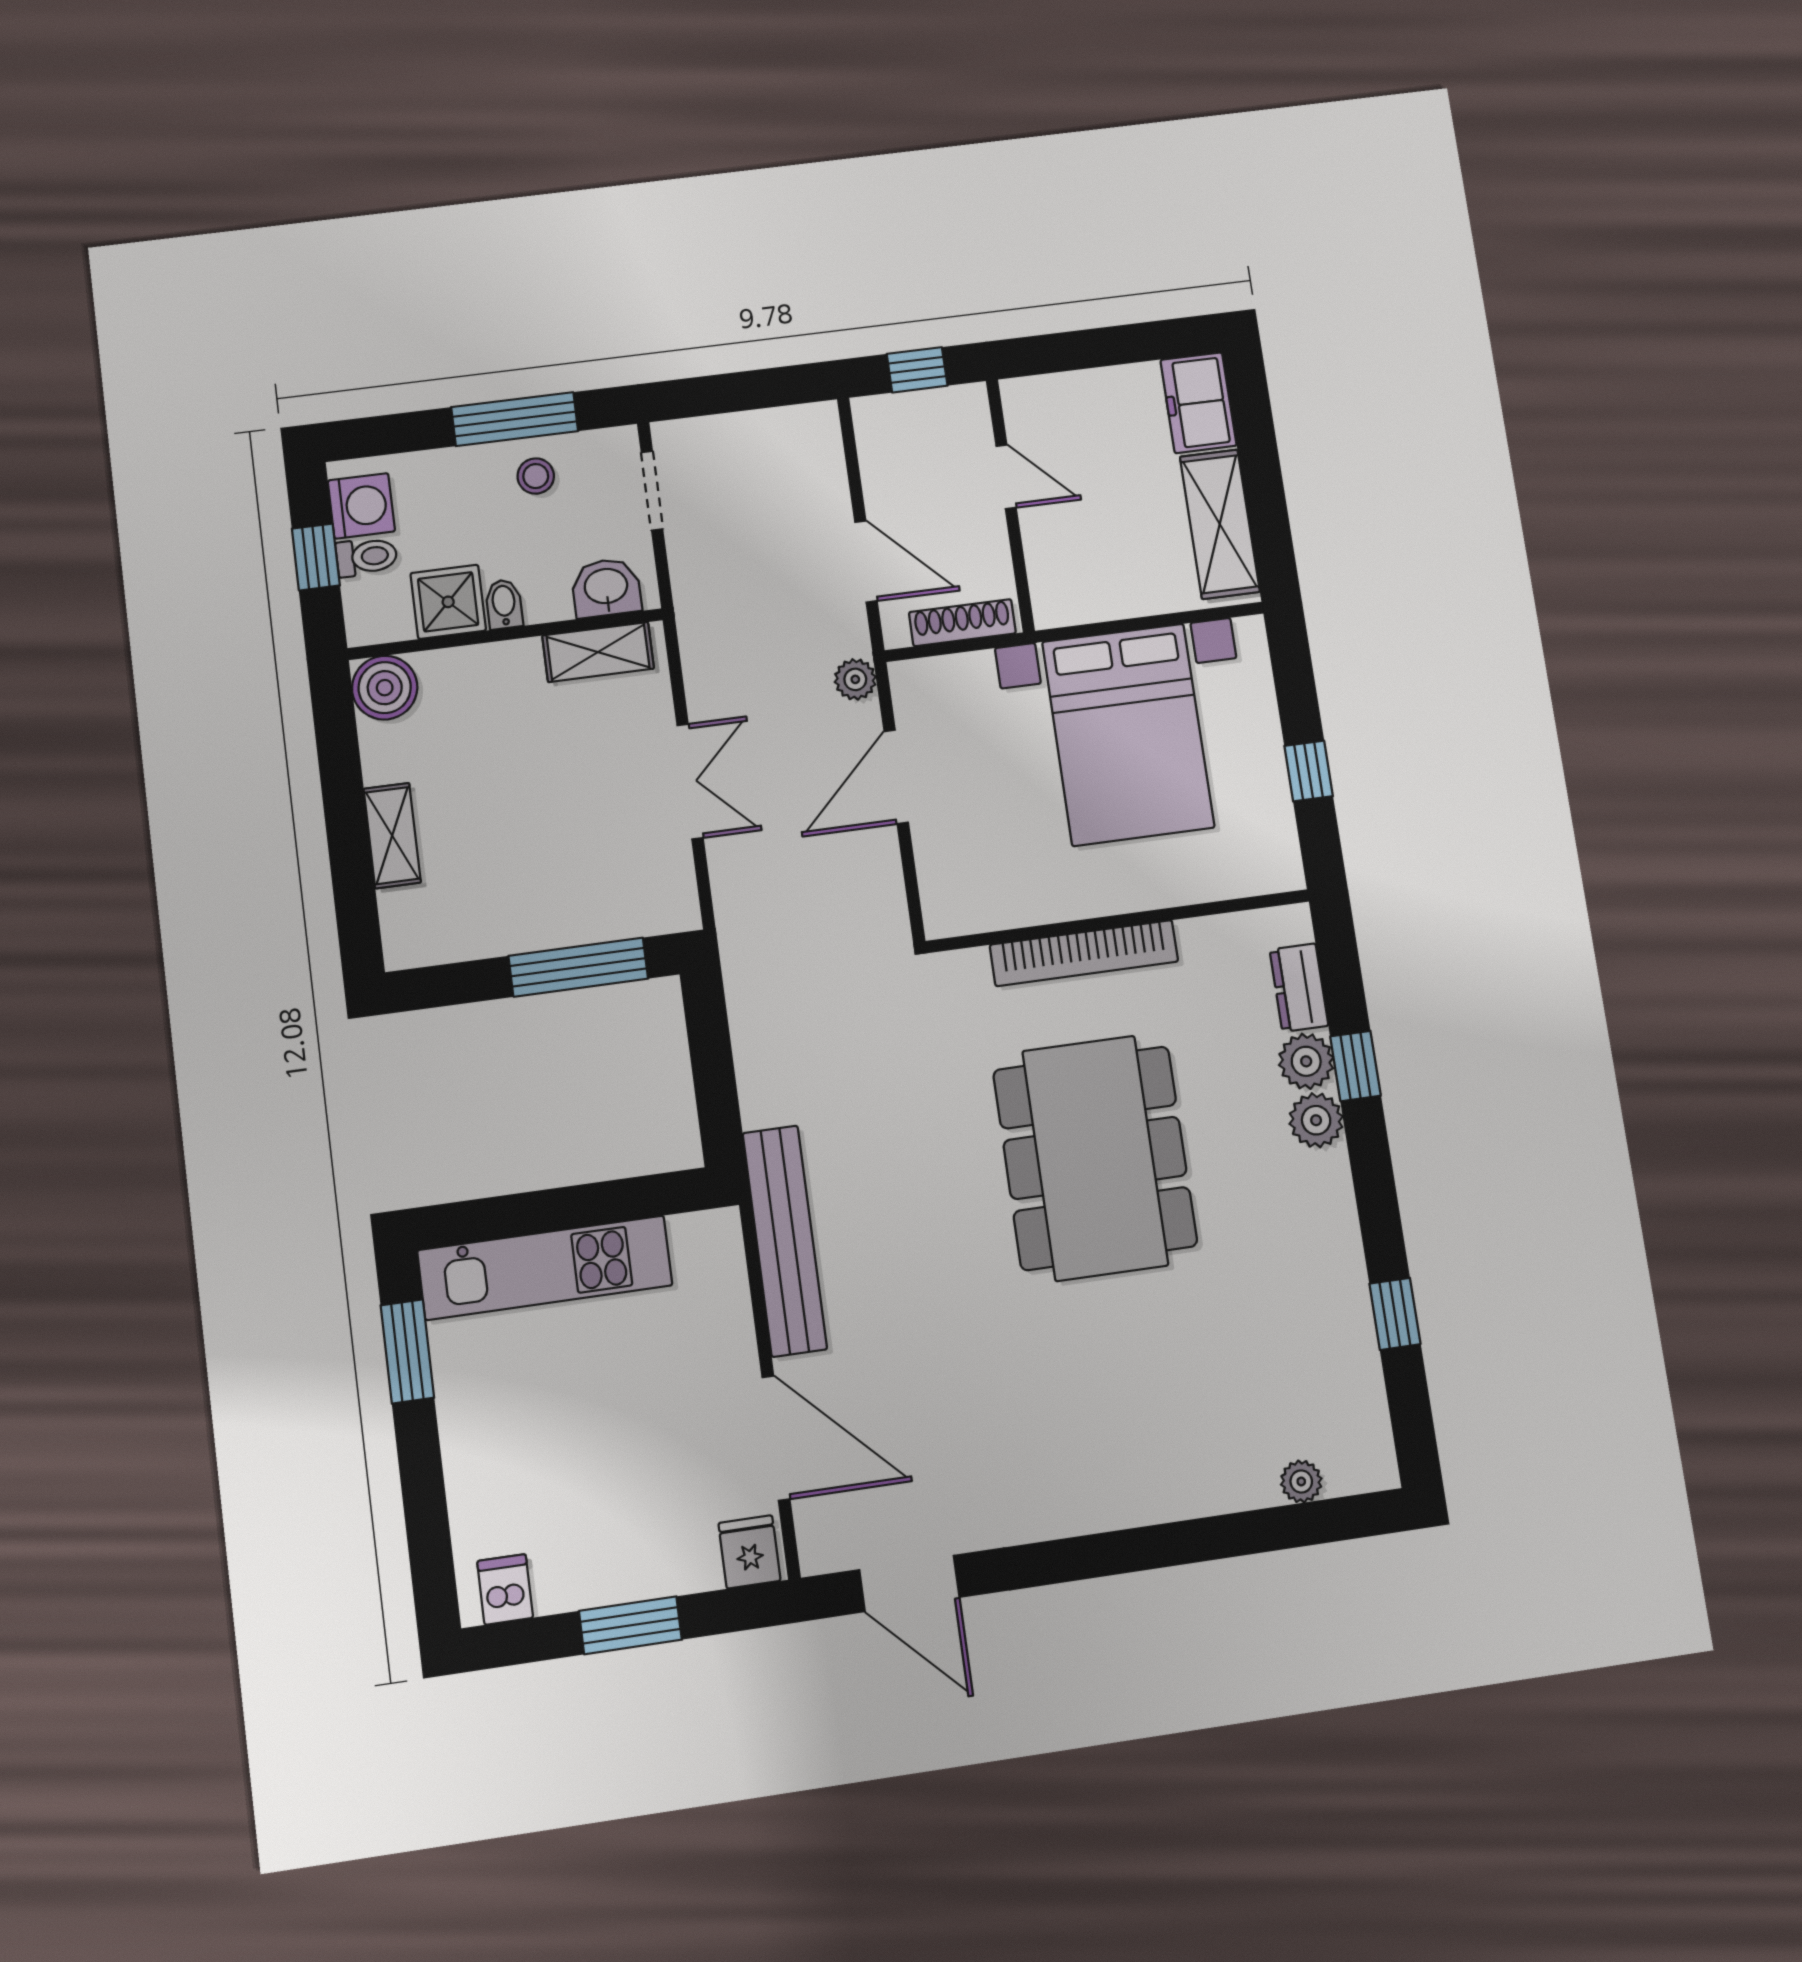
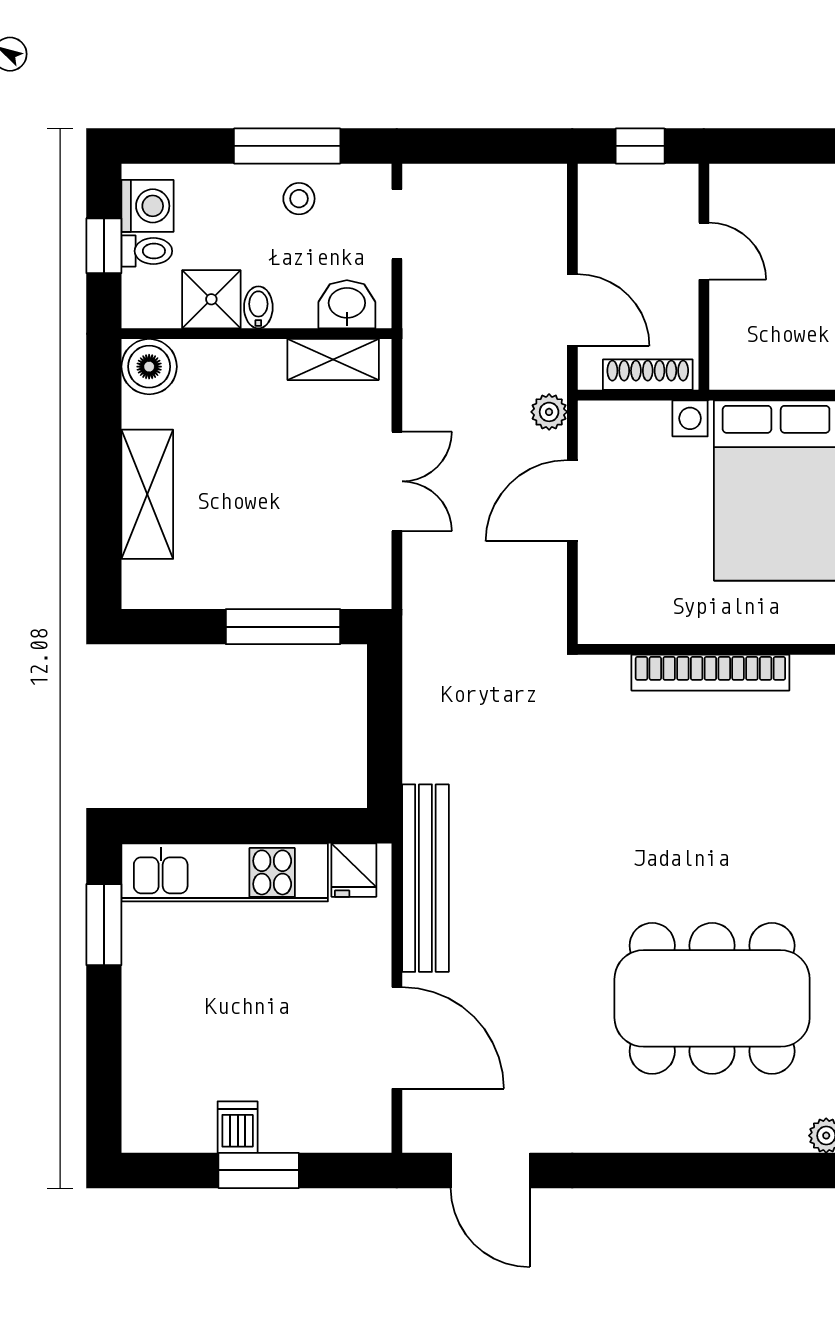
shelving: (392, 836) -> (147, 494), width x1.50, depth x1.33
dining table: (1095, 1158) -> (712, 998), moved, turned 90
fridge: (749, 1552) -> (354, 870), moved, turned 180
dishwasher: (505, 1589) -> (238, 1127), moved

